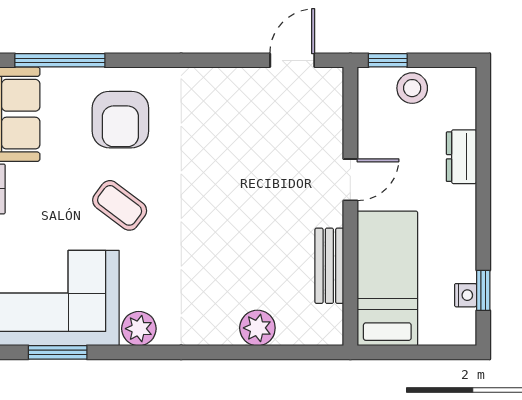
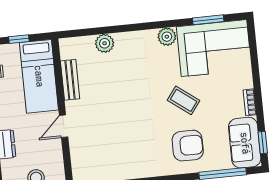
armchair: (120, 120) -> (188, 146), turned 90
window: (418, 352) -> (19, 39), added

